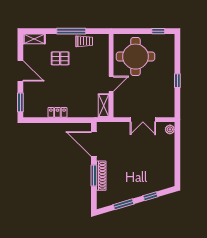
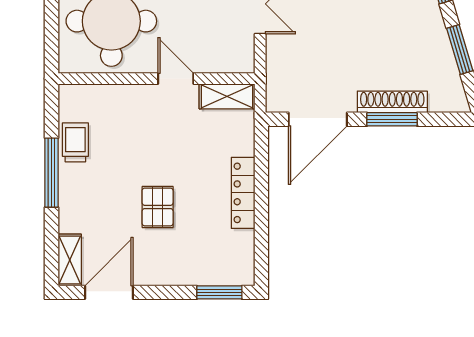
pallet: (60, 58) -> (158, 207), moved
door: (20, 71) -> (109, 292), moved
locker: (57, 112) -> (243, 193), width x1.53

